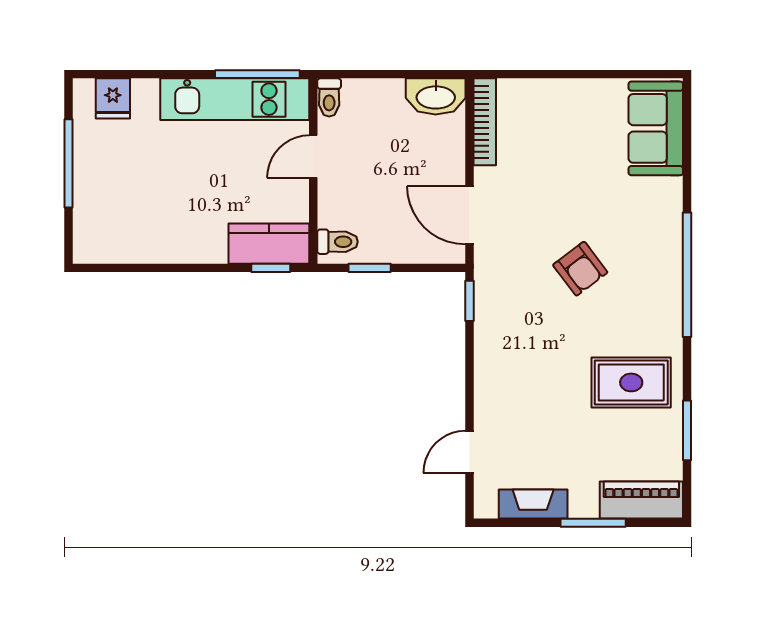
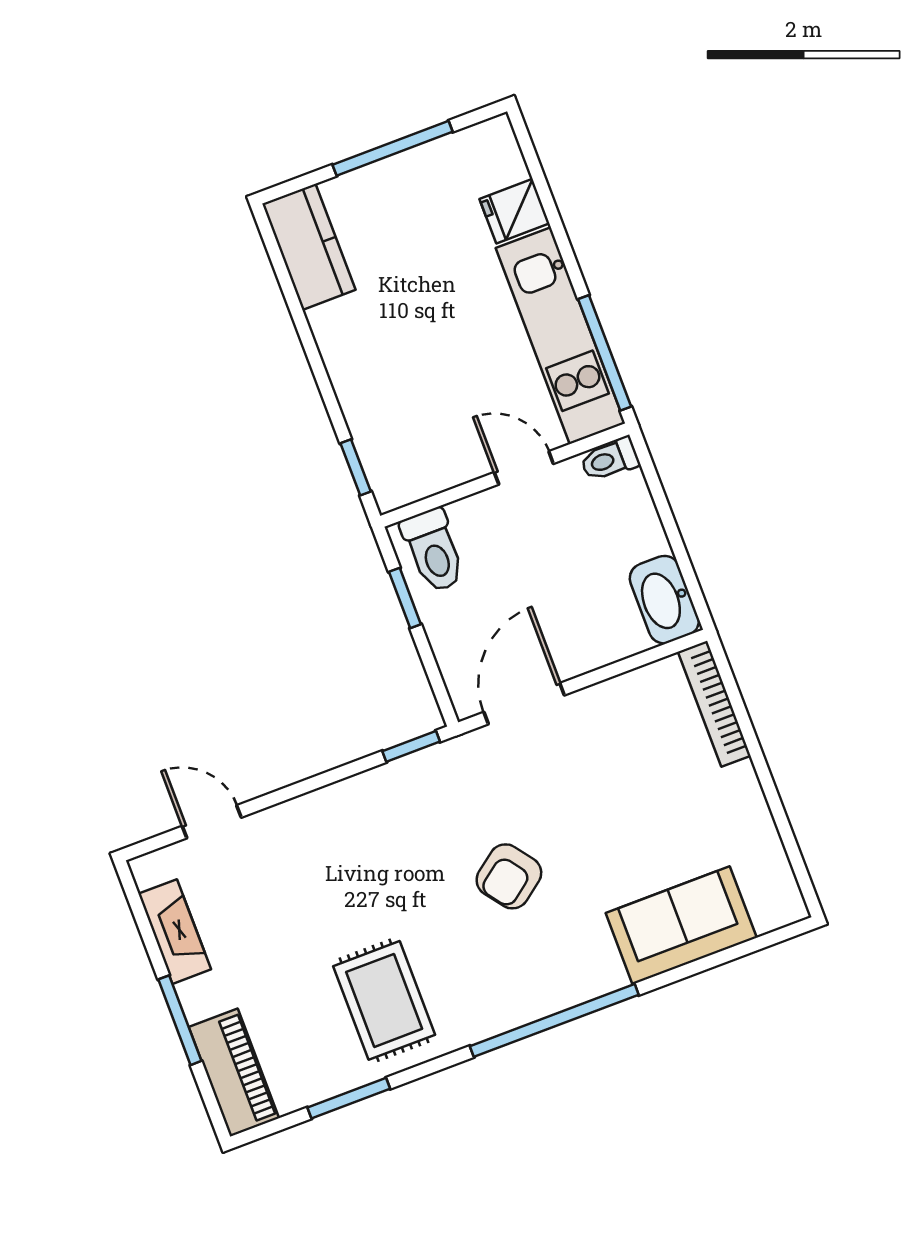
fridge: (113, 98) -> (515, 211), moved
bookcase: (485, 122) -> (714, 704), moved, turned 90
sofa: (656, 128) -> (681, 925), moved
toilet: (337, 242) -> (433, 550), width x1.37, depth x1.39
kitchen counter: (269, 244) -> (309, 247), moved

